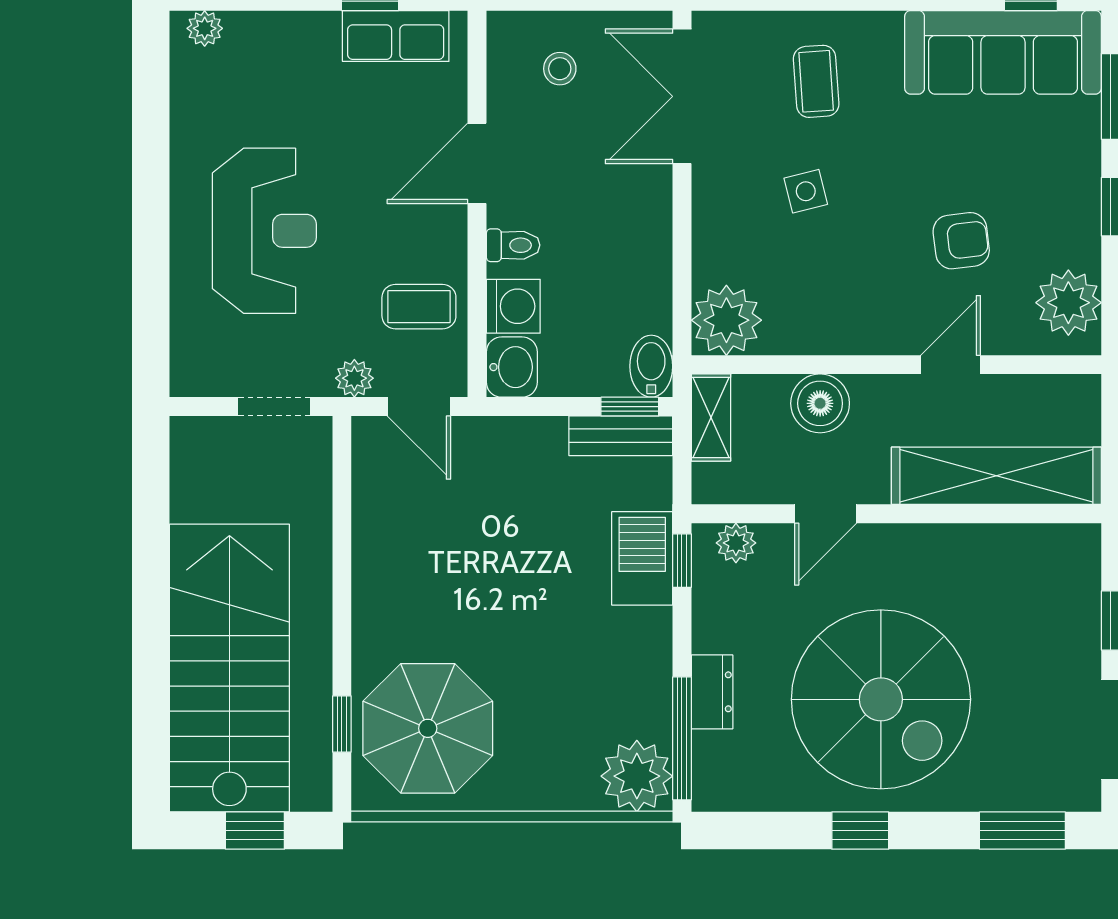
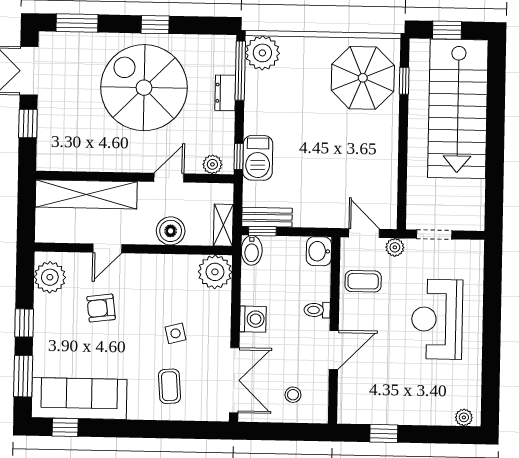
row of seats: (396, 36) -> (372, 412), removed
washing machine: (513, 306) -> (253, 319), moved, turned 180

